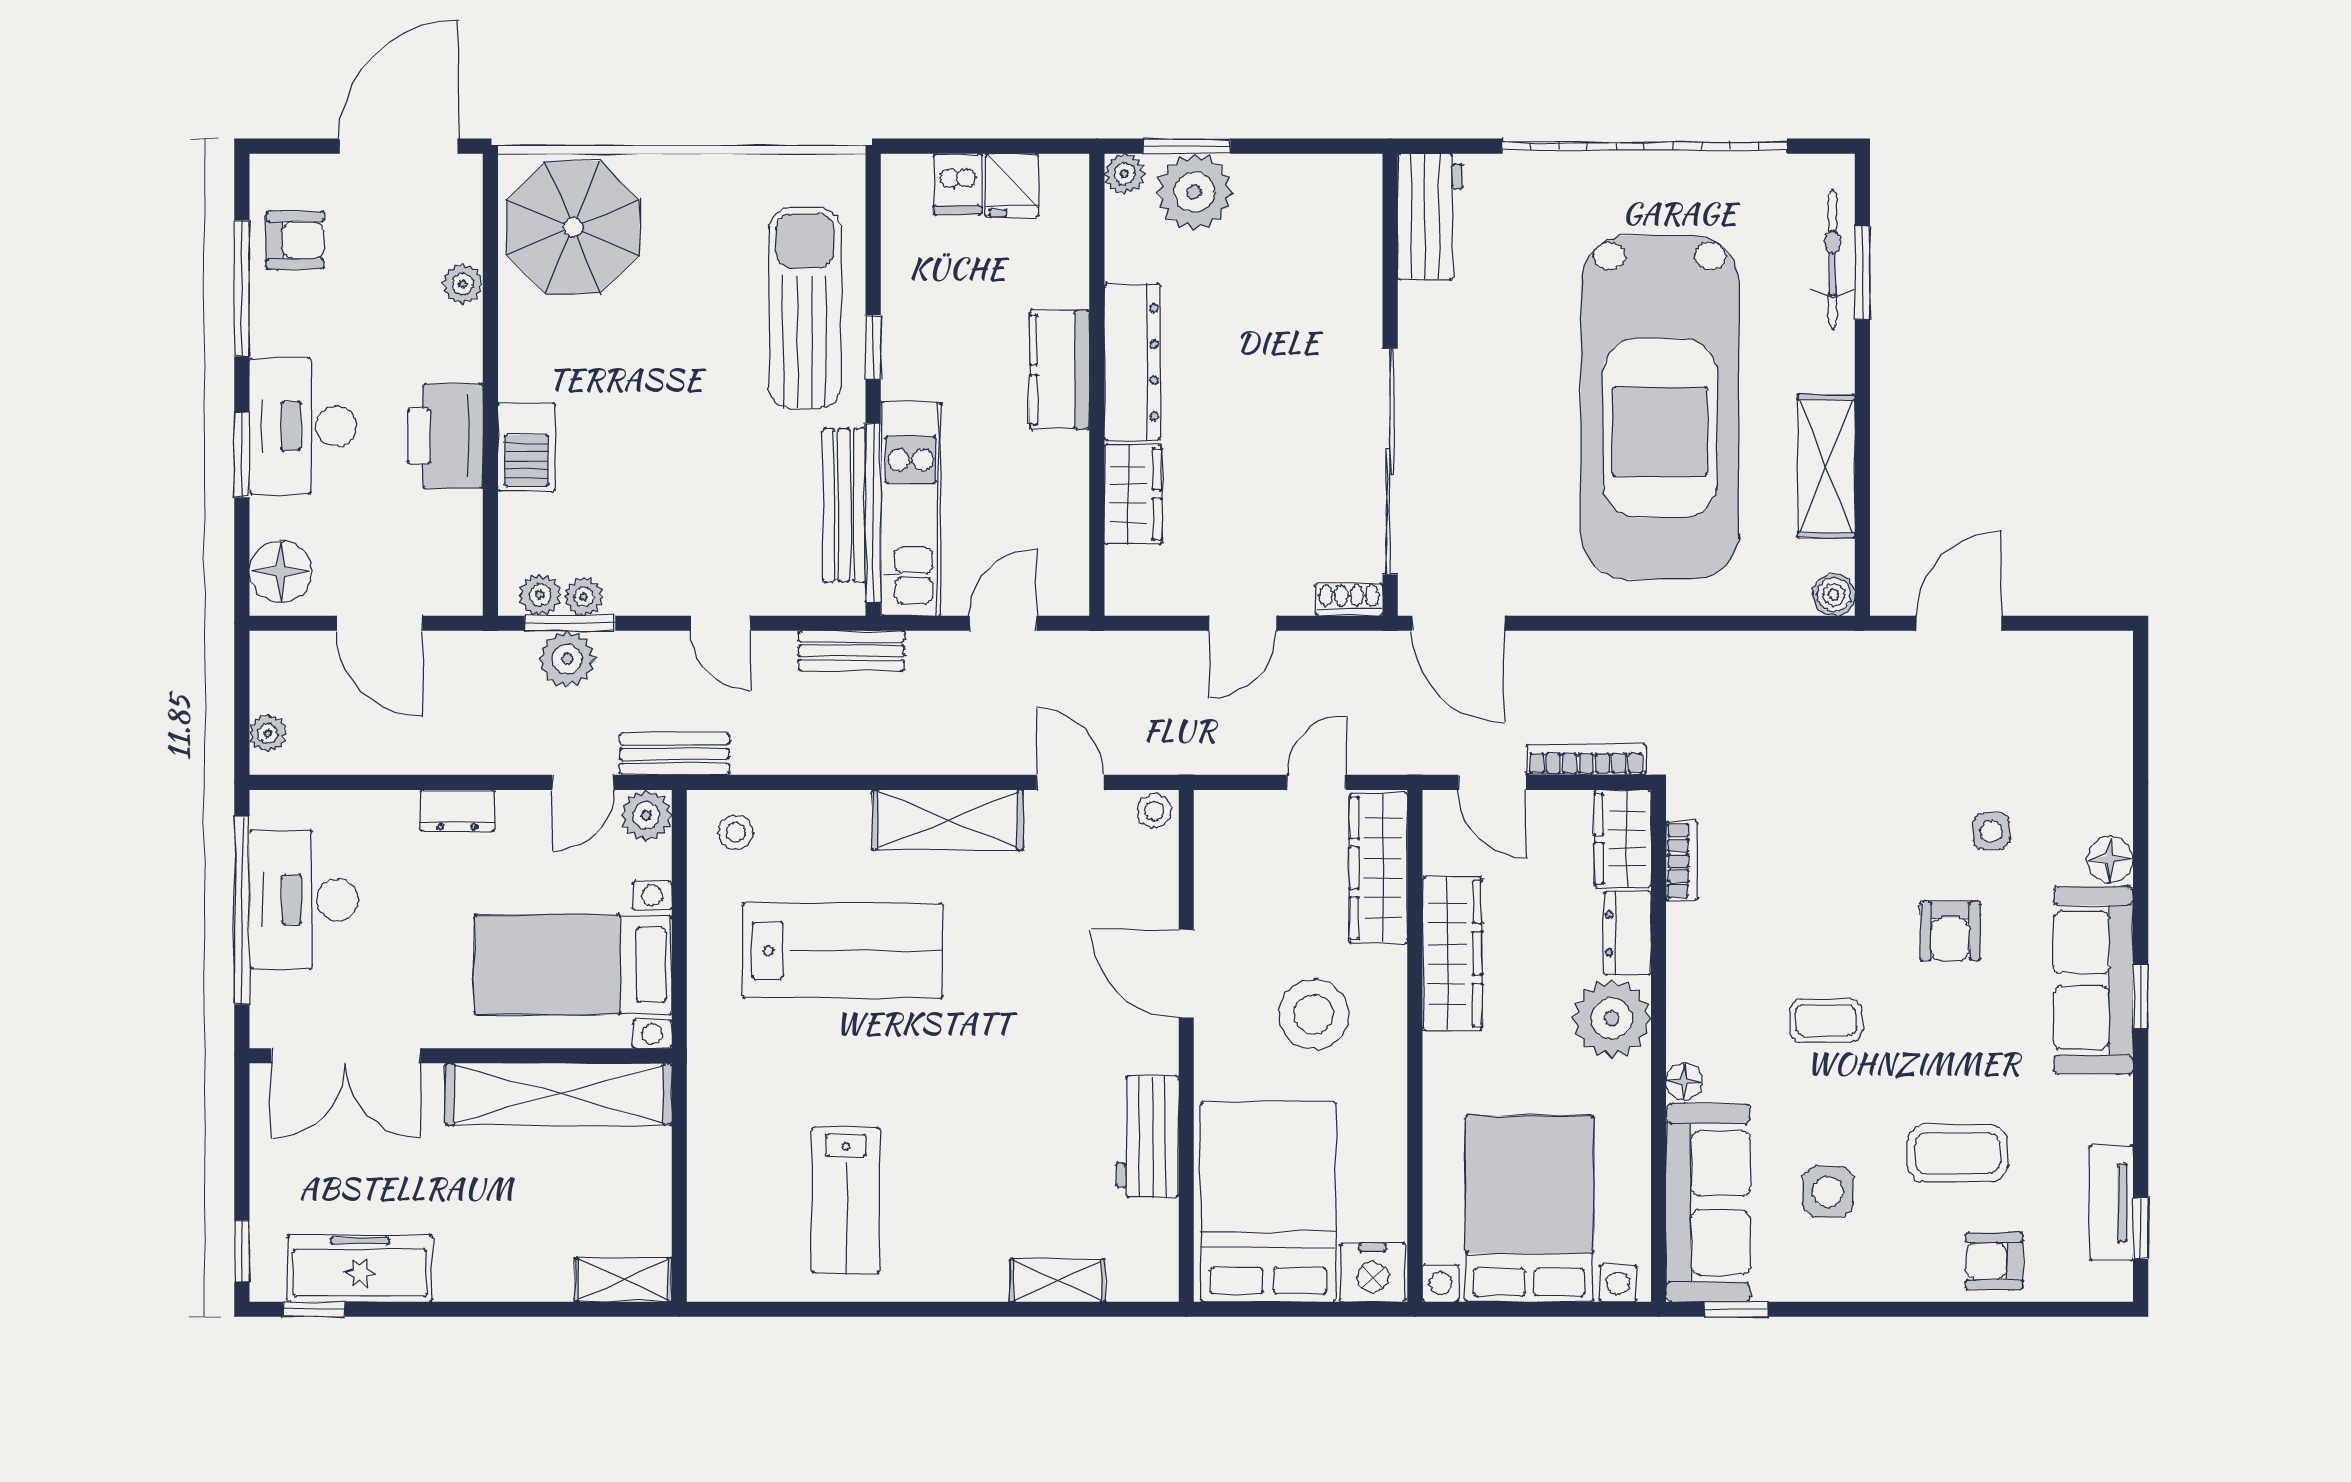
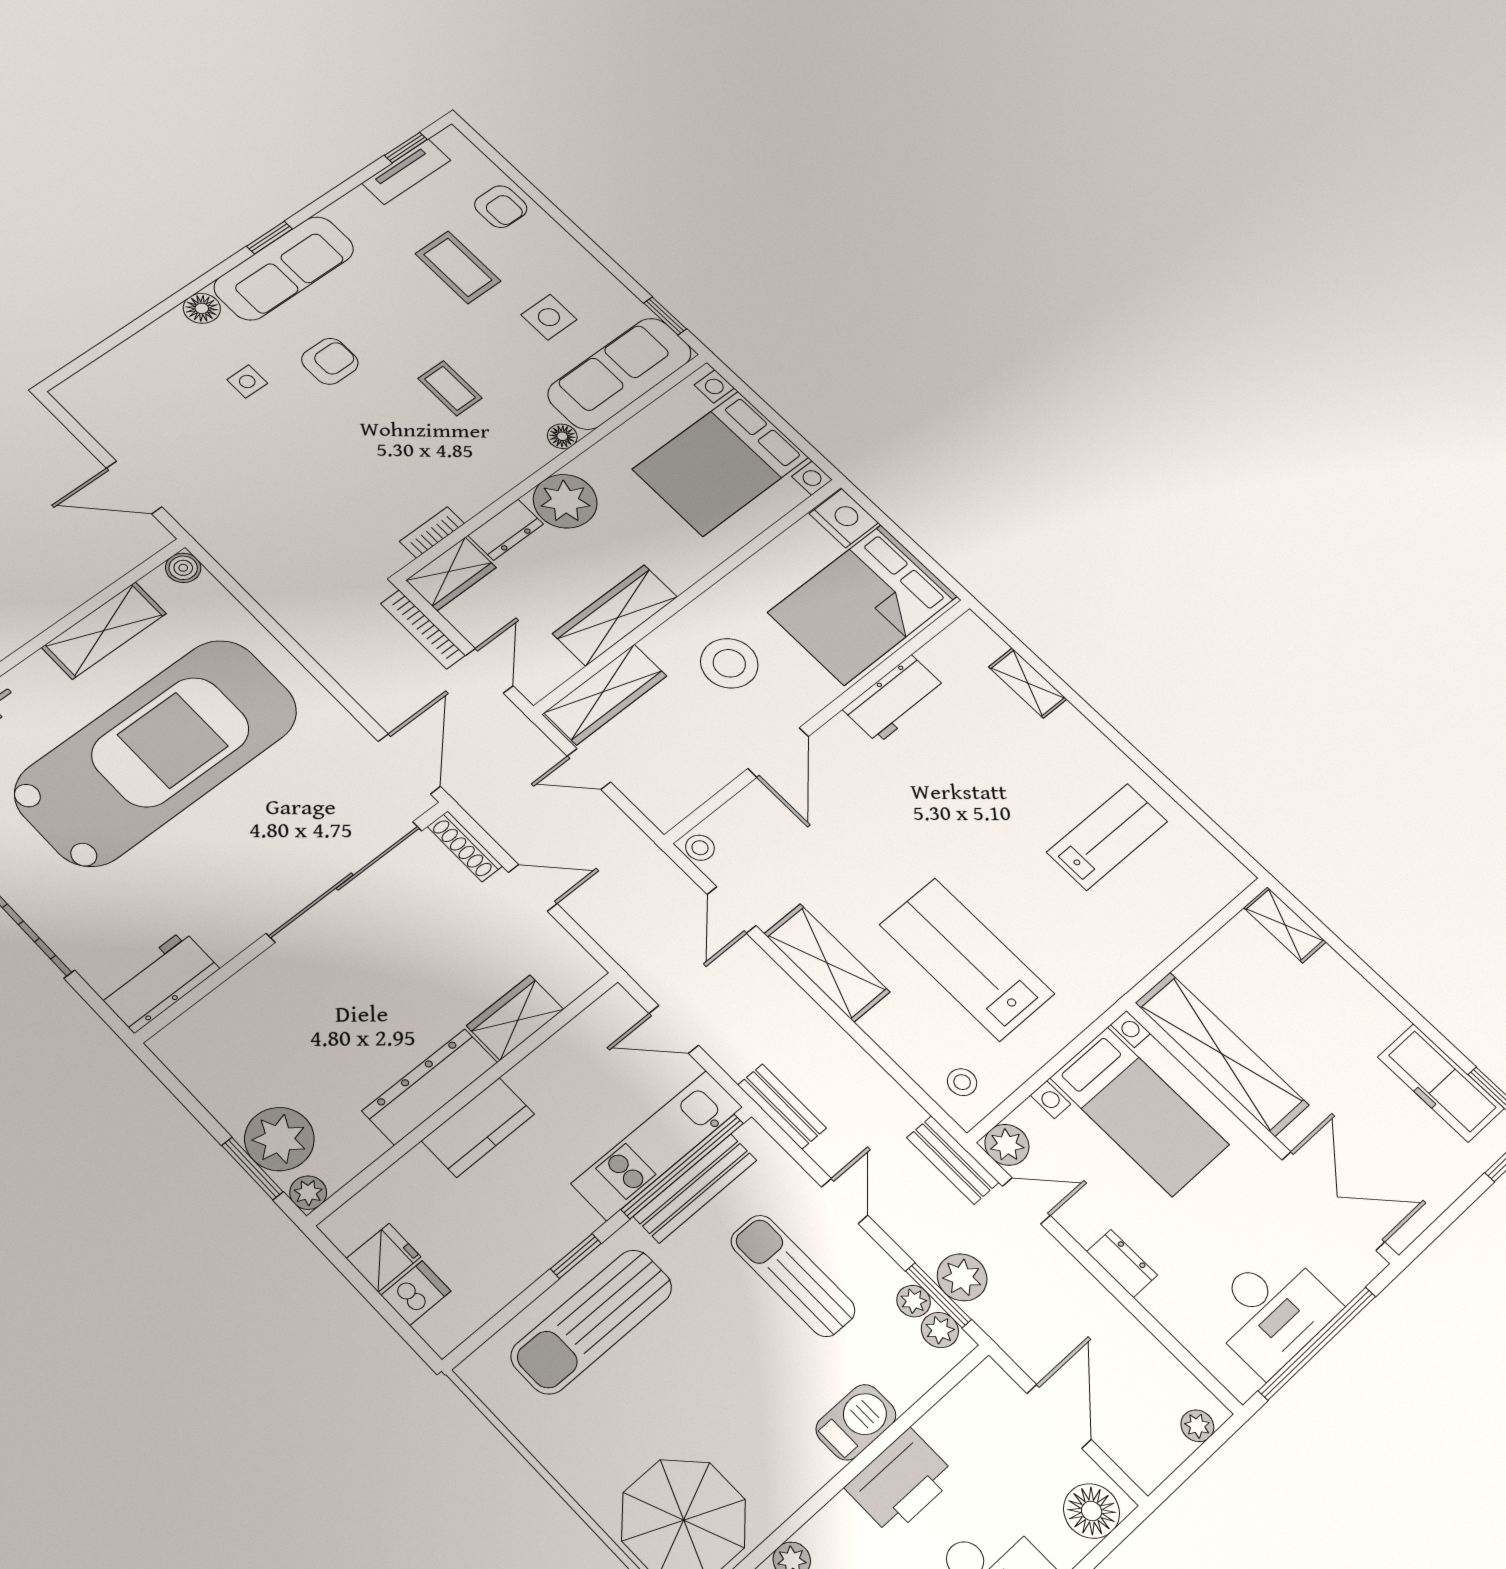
sun lounger: (696, 515) -> (793, 1276), added
shoe rack: (1349, 599) -> (465, 846), width x1.43

